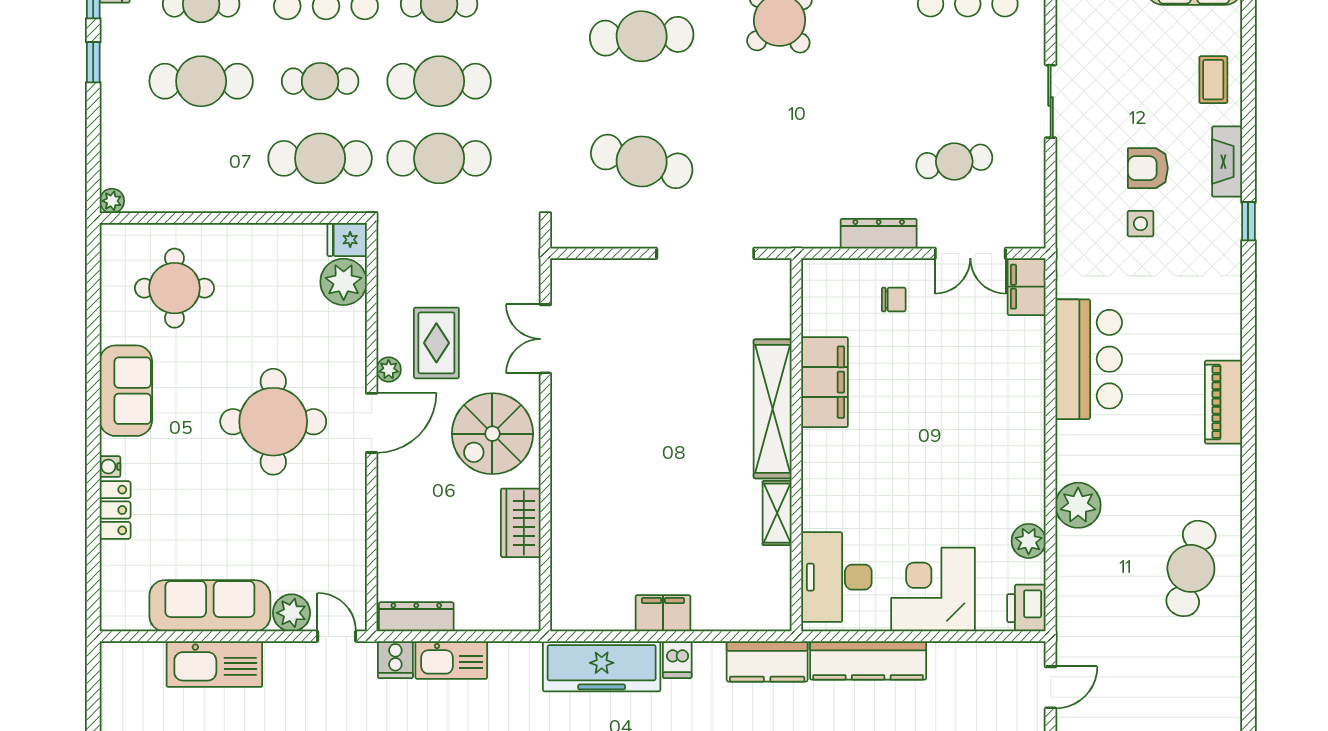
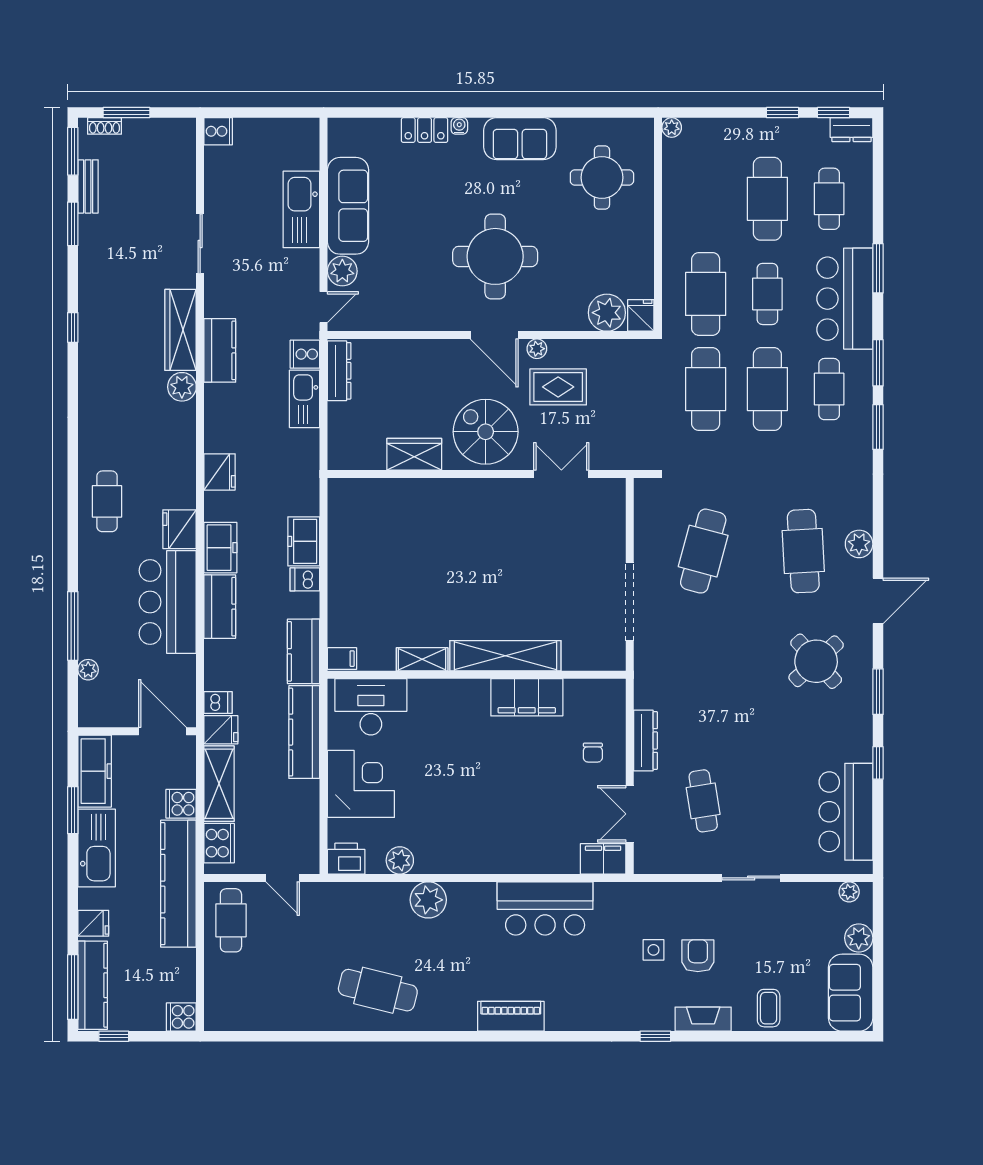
coffee table: (1213, 80) -> (769, 1008), turned 90
filing cabinet: (663, 613) -> (342, 659), moved, width x0.50
freezer: (602, 666) -> (304, 541), width x0.52, depth x0.79

